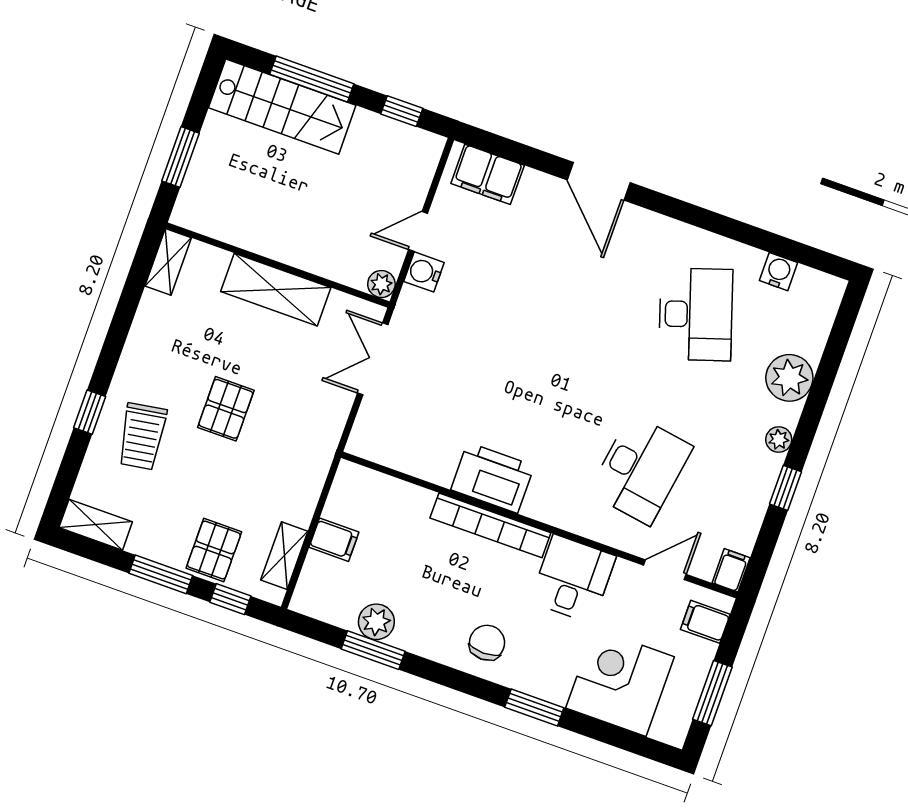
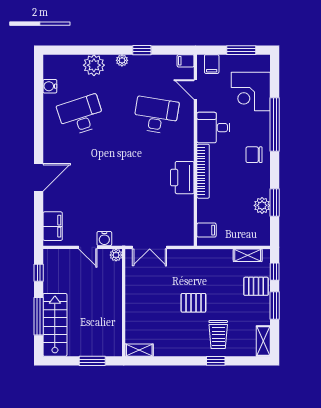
shelving: (276, 290) -> (135, 300), removed
trolley: (142, 436) -> (218, 335), turned 99
filing cabinet: (334, 540) -> (206, 230), moved, turned 90
window: (534, 707) -> (275, 124), width x2.11

